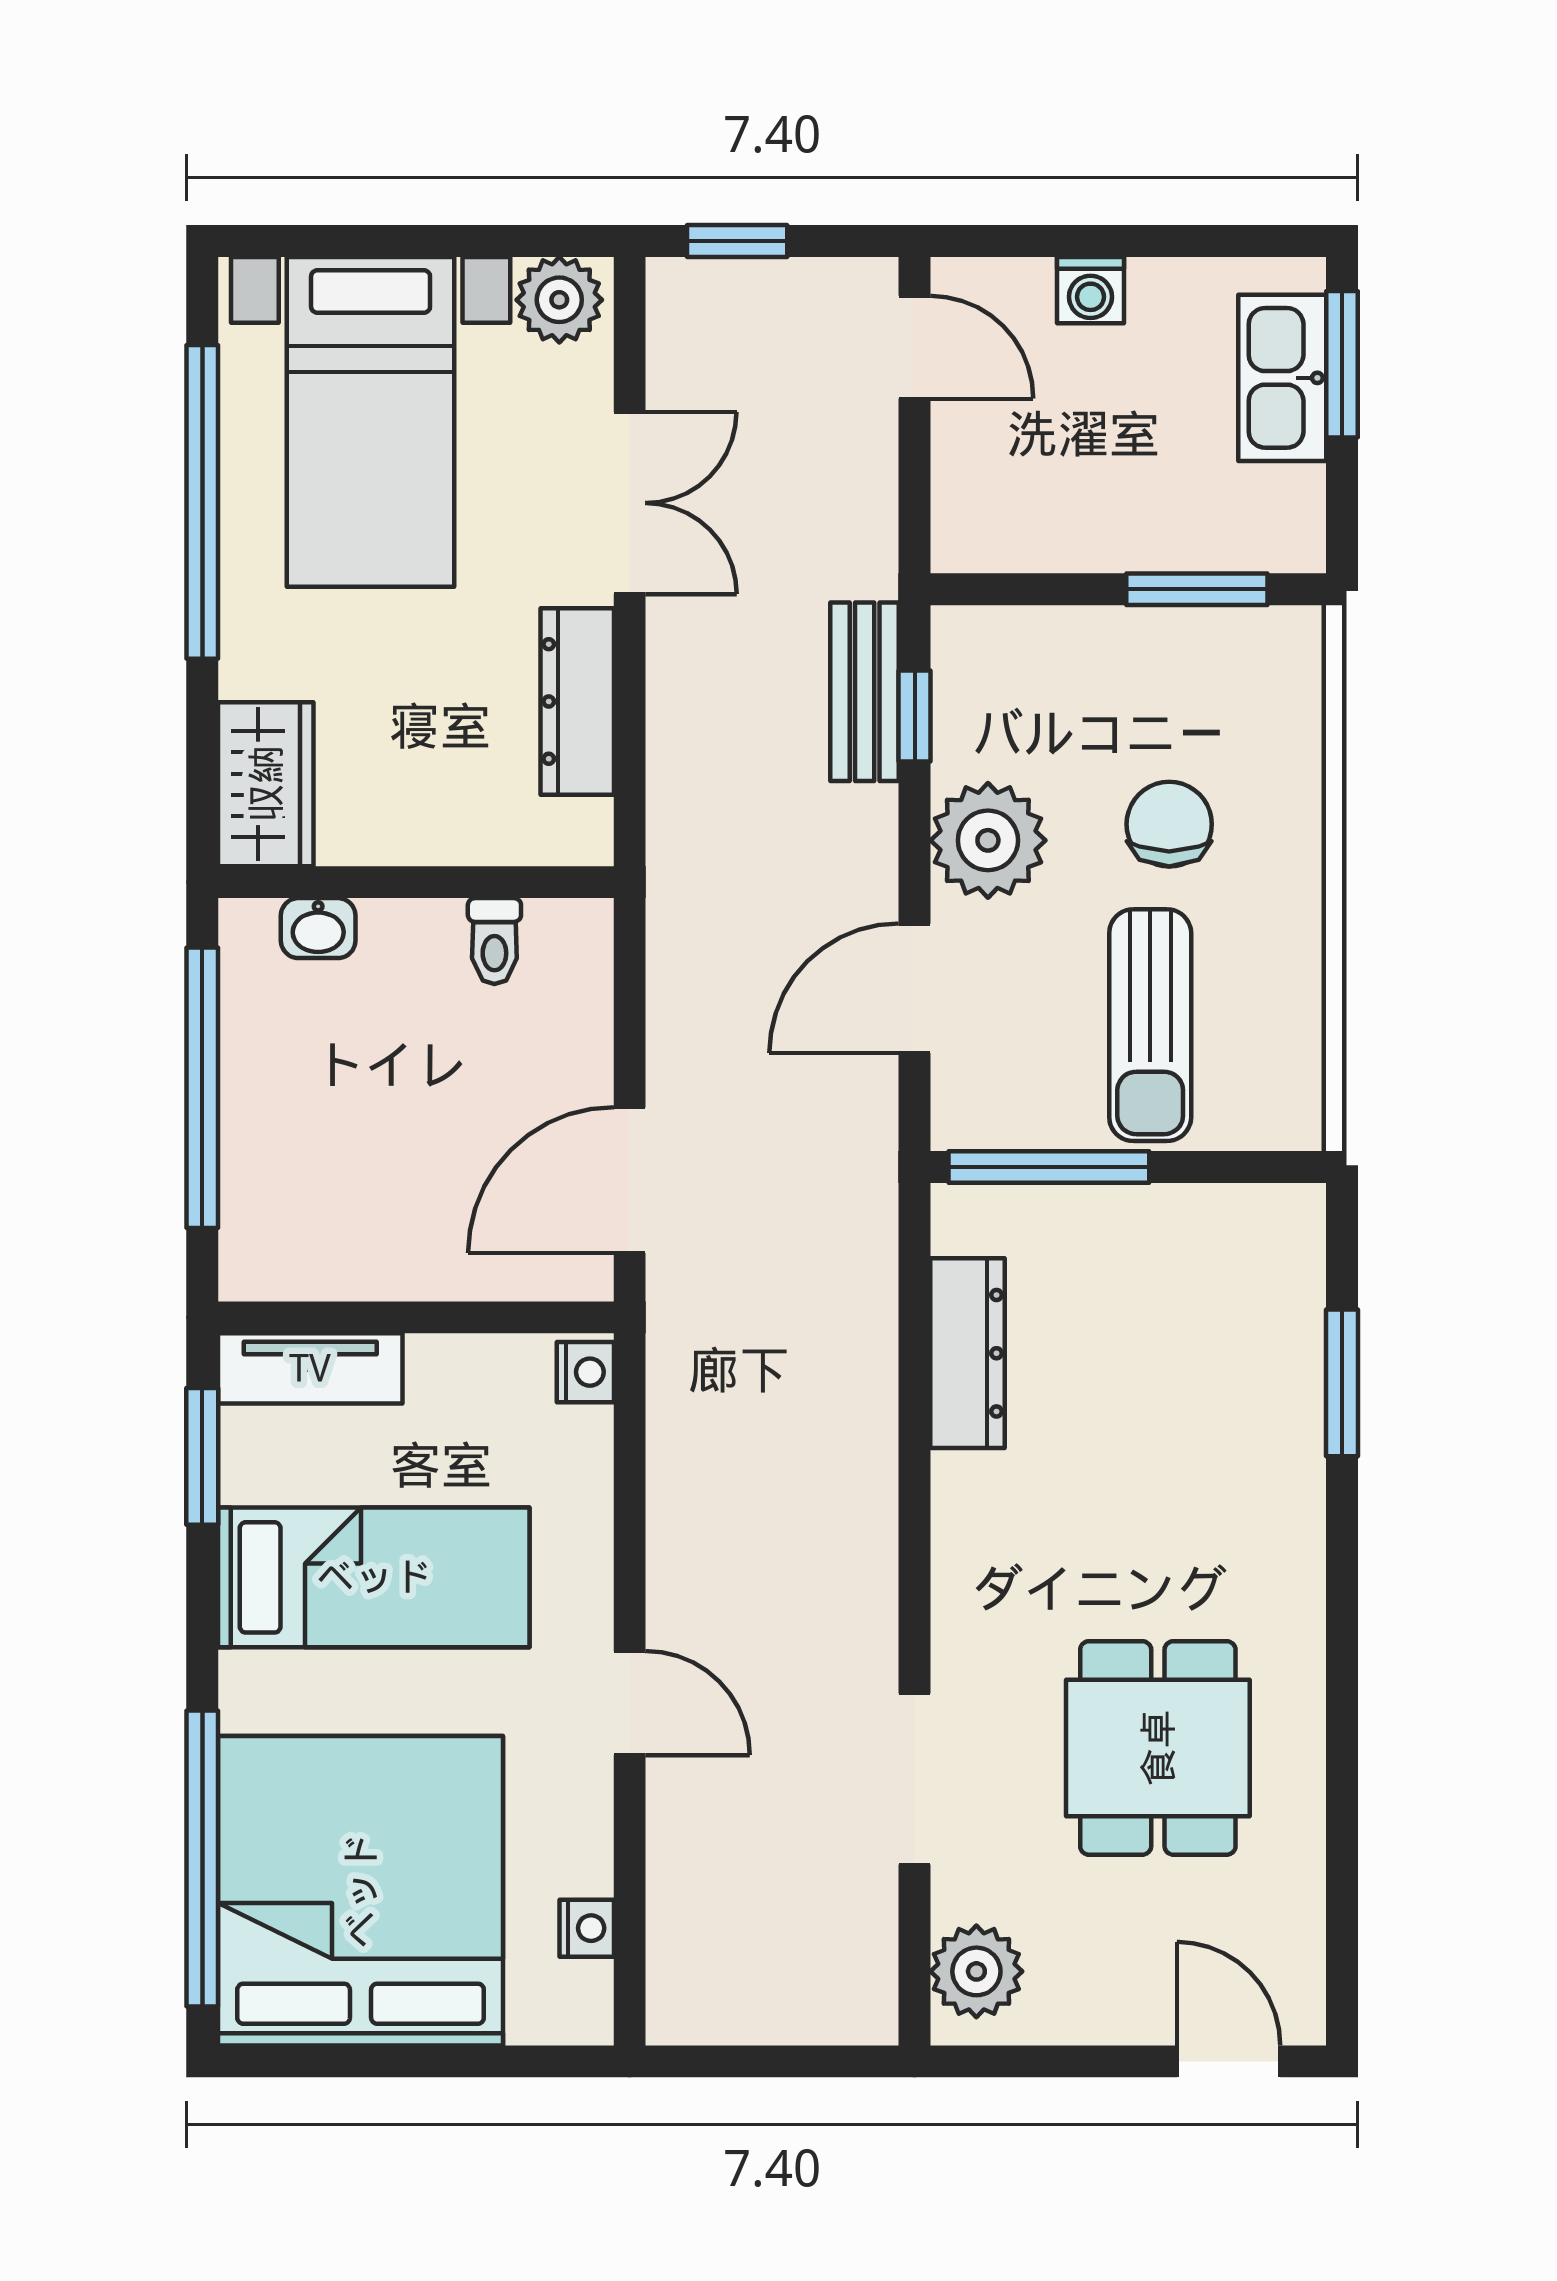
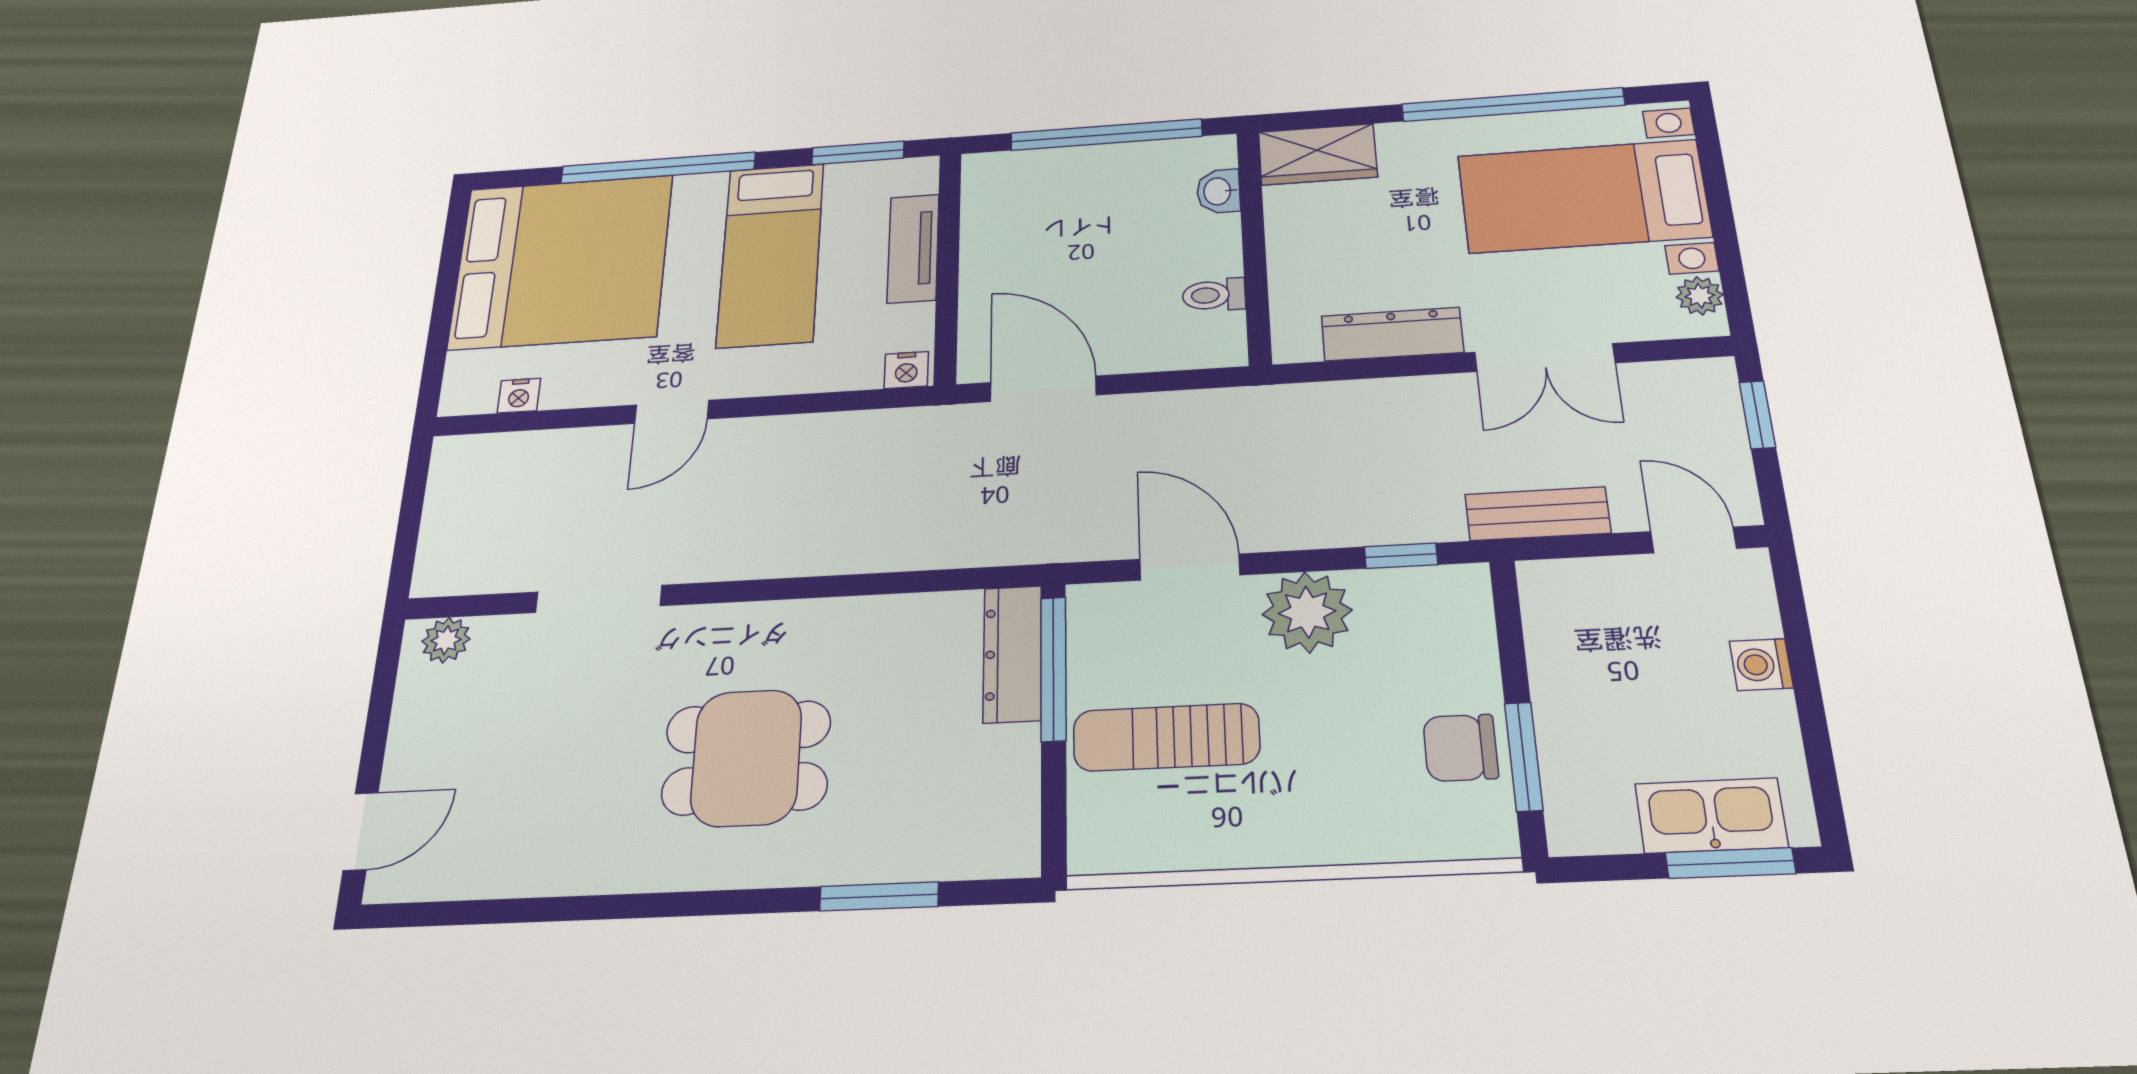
plant: (559, 300) -> (1700, 296), width x0.73, depth x0.73
door: (915, 347) -> (1694, 540), swing flipped
bench: (865, 692) -> (1538, 514), moved
chair: (1169, 824) -> (1460, 748), moved, turned 180
dresser: (968, 1353) -> (1013, 654), moved, turned 90
tv unit: (310, 1368) -> (913, 248), moved
dining table: (1158, 1748) -> (746, 758), moved
window: (202, 1859) -> (658, 168), moved
plant: (976, 1971) -> (446, 640), width x0.73, depth x0.73

